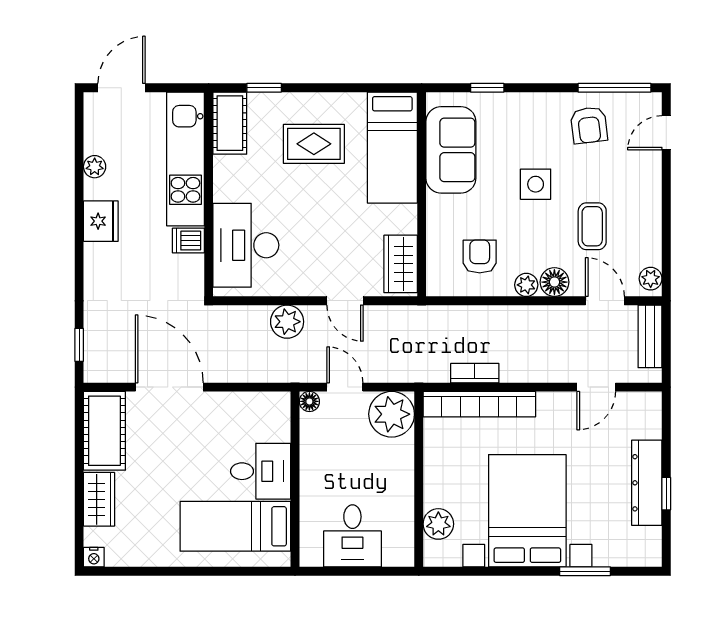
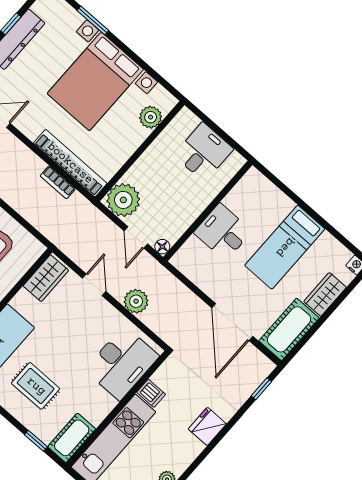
fridge: (101, 221) -> (207, 426), moved
bed: (235, 526) -> (285, 247), moved, turned 90

